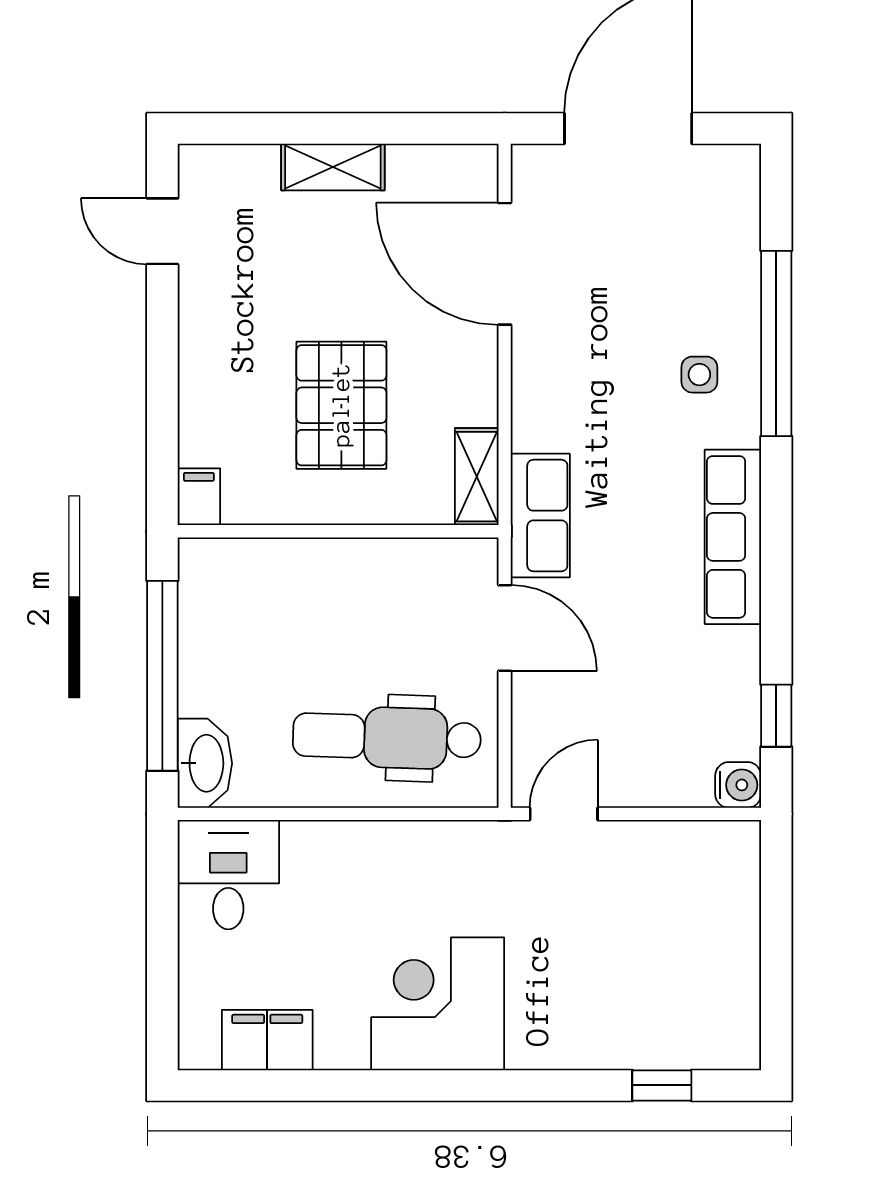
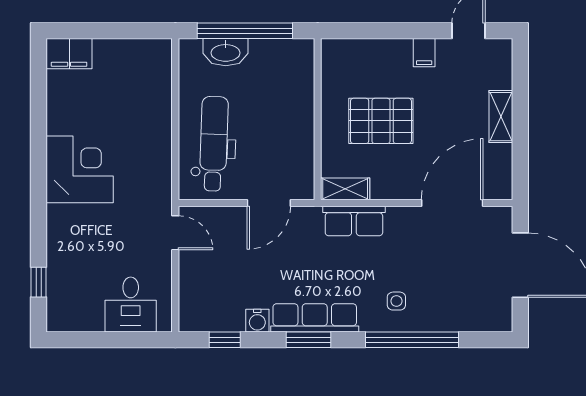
filing cabinet: (199, 497) -> (424, 53), moved, turned 90
row of seats: (540, 516) -> (354, 221), moved
window: (776, 549) -> (308, 340), added
washbasin: (205, 763) -> (226, 52), moved
water cooler: (738, 785) -> (257, 321), moved
desk: (228, 875) -> (131, 305), moved, turned 90
filing cabinet: (267, 1040) -> (69, 54), moved, turned 90

